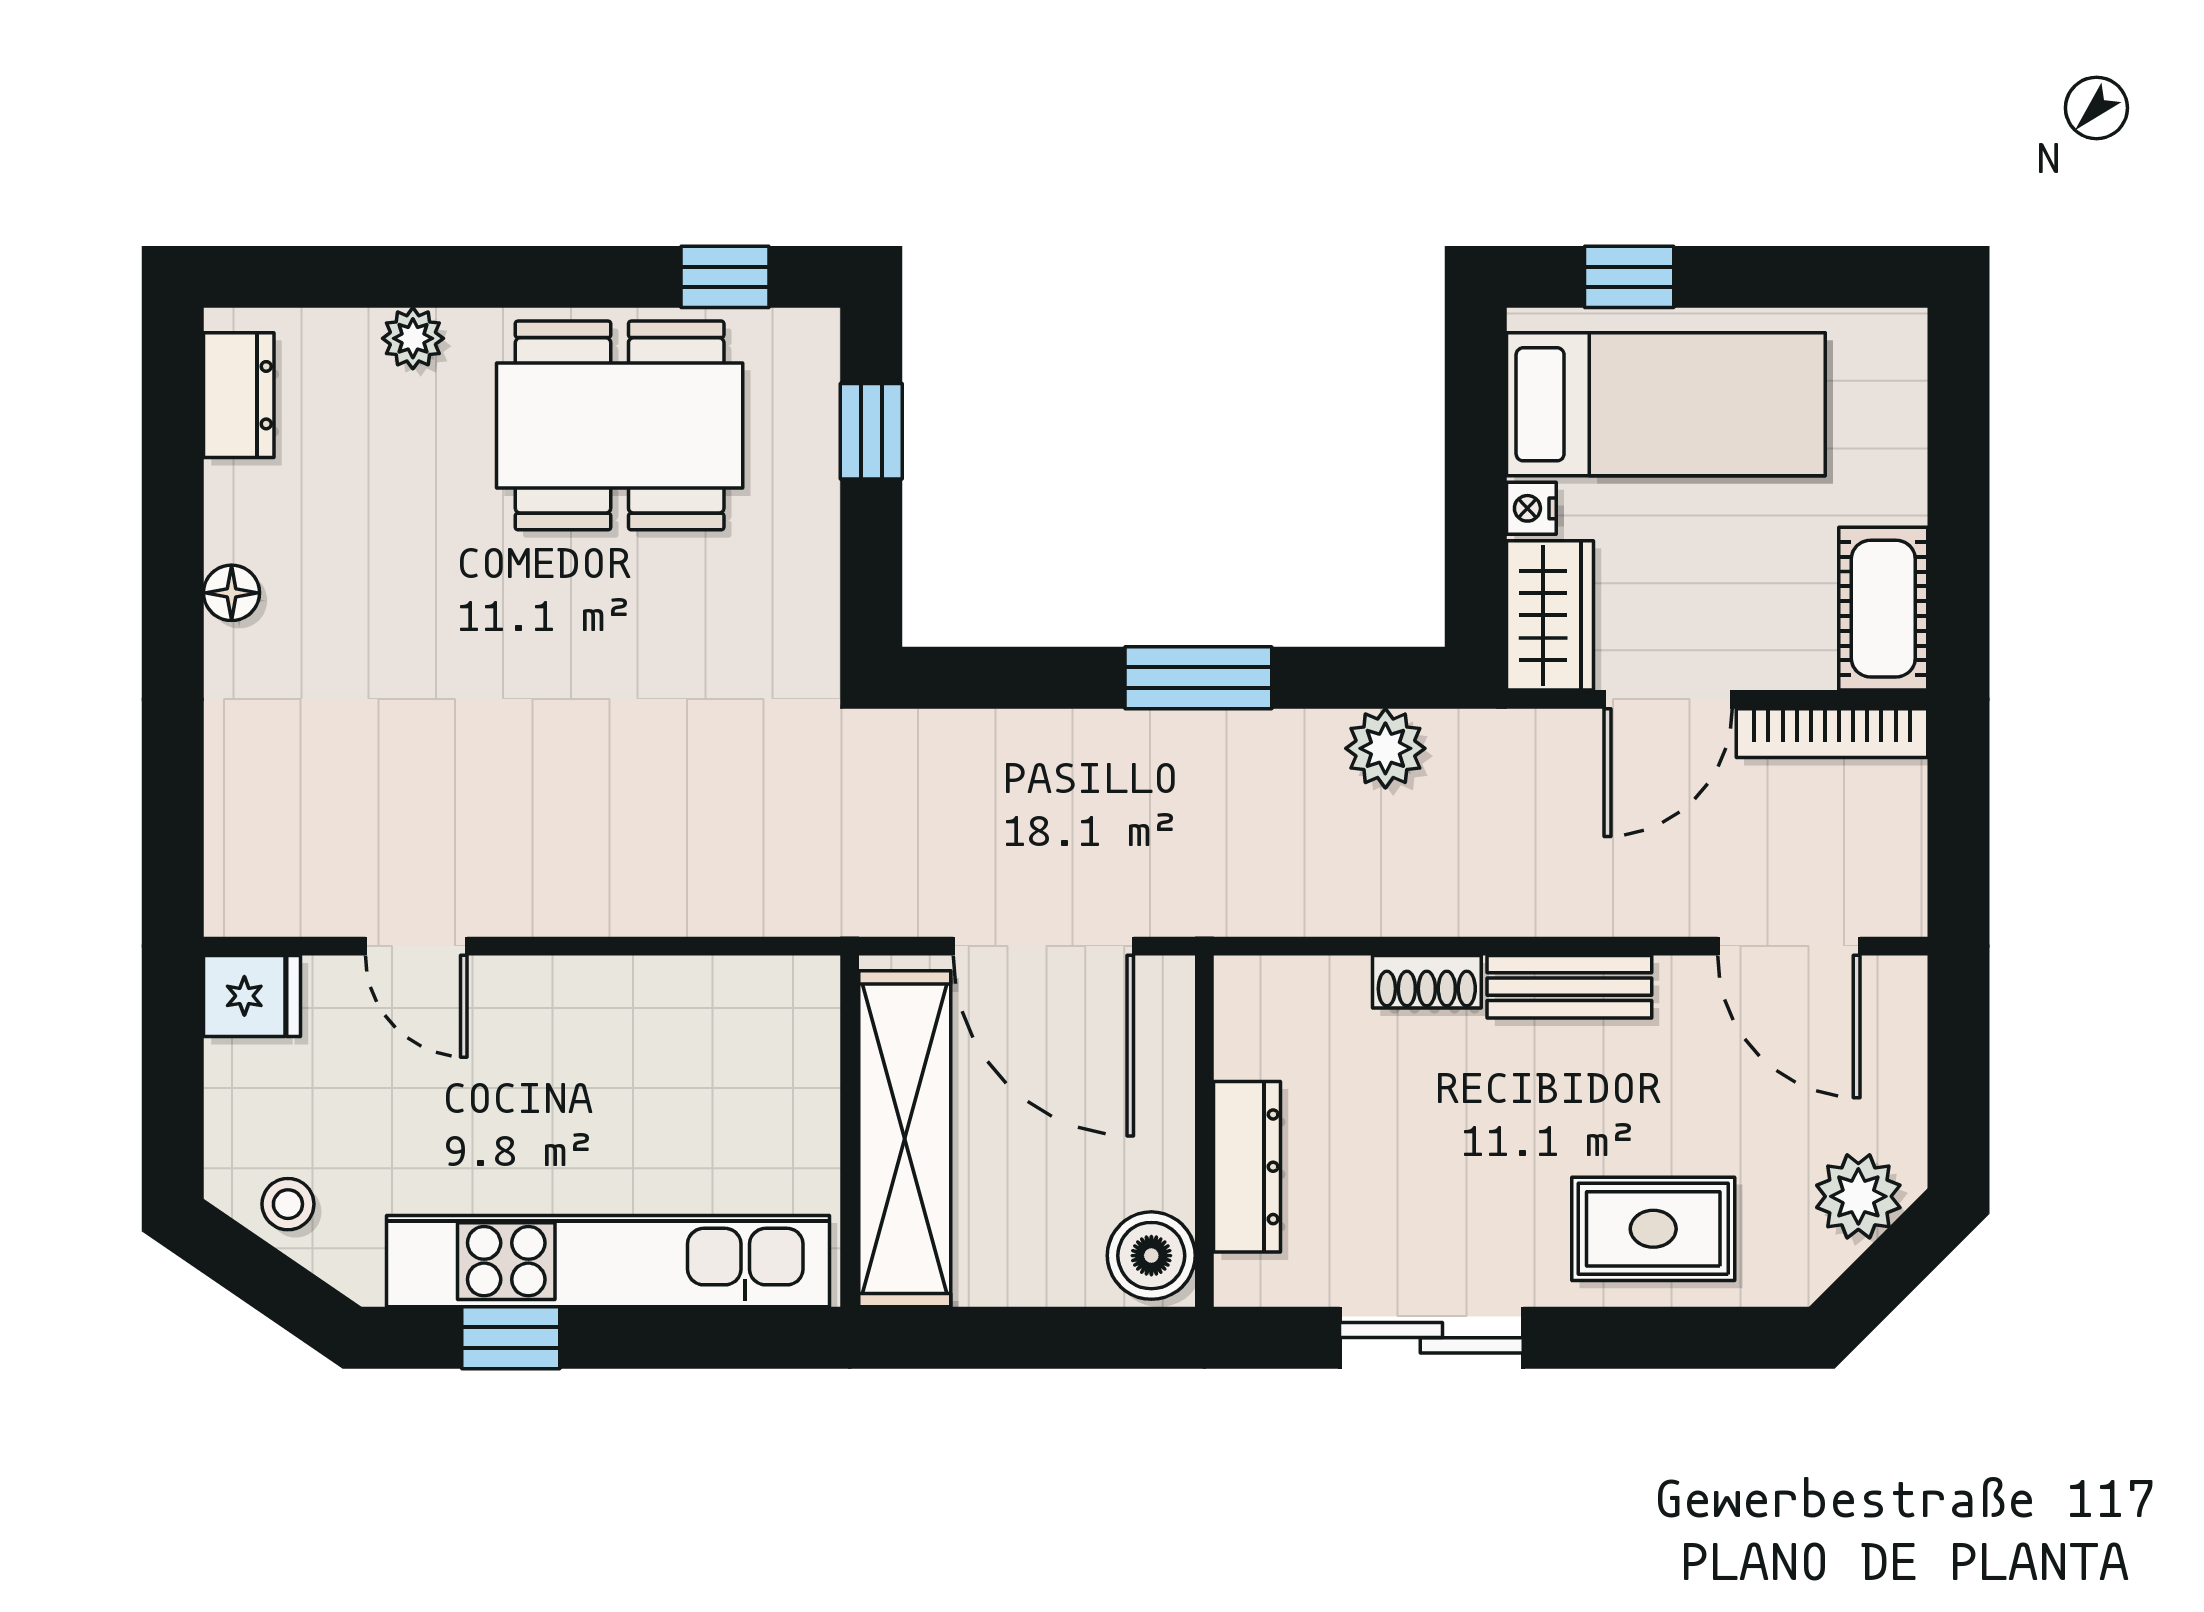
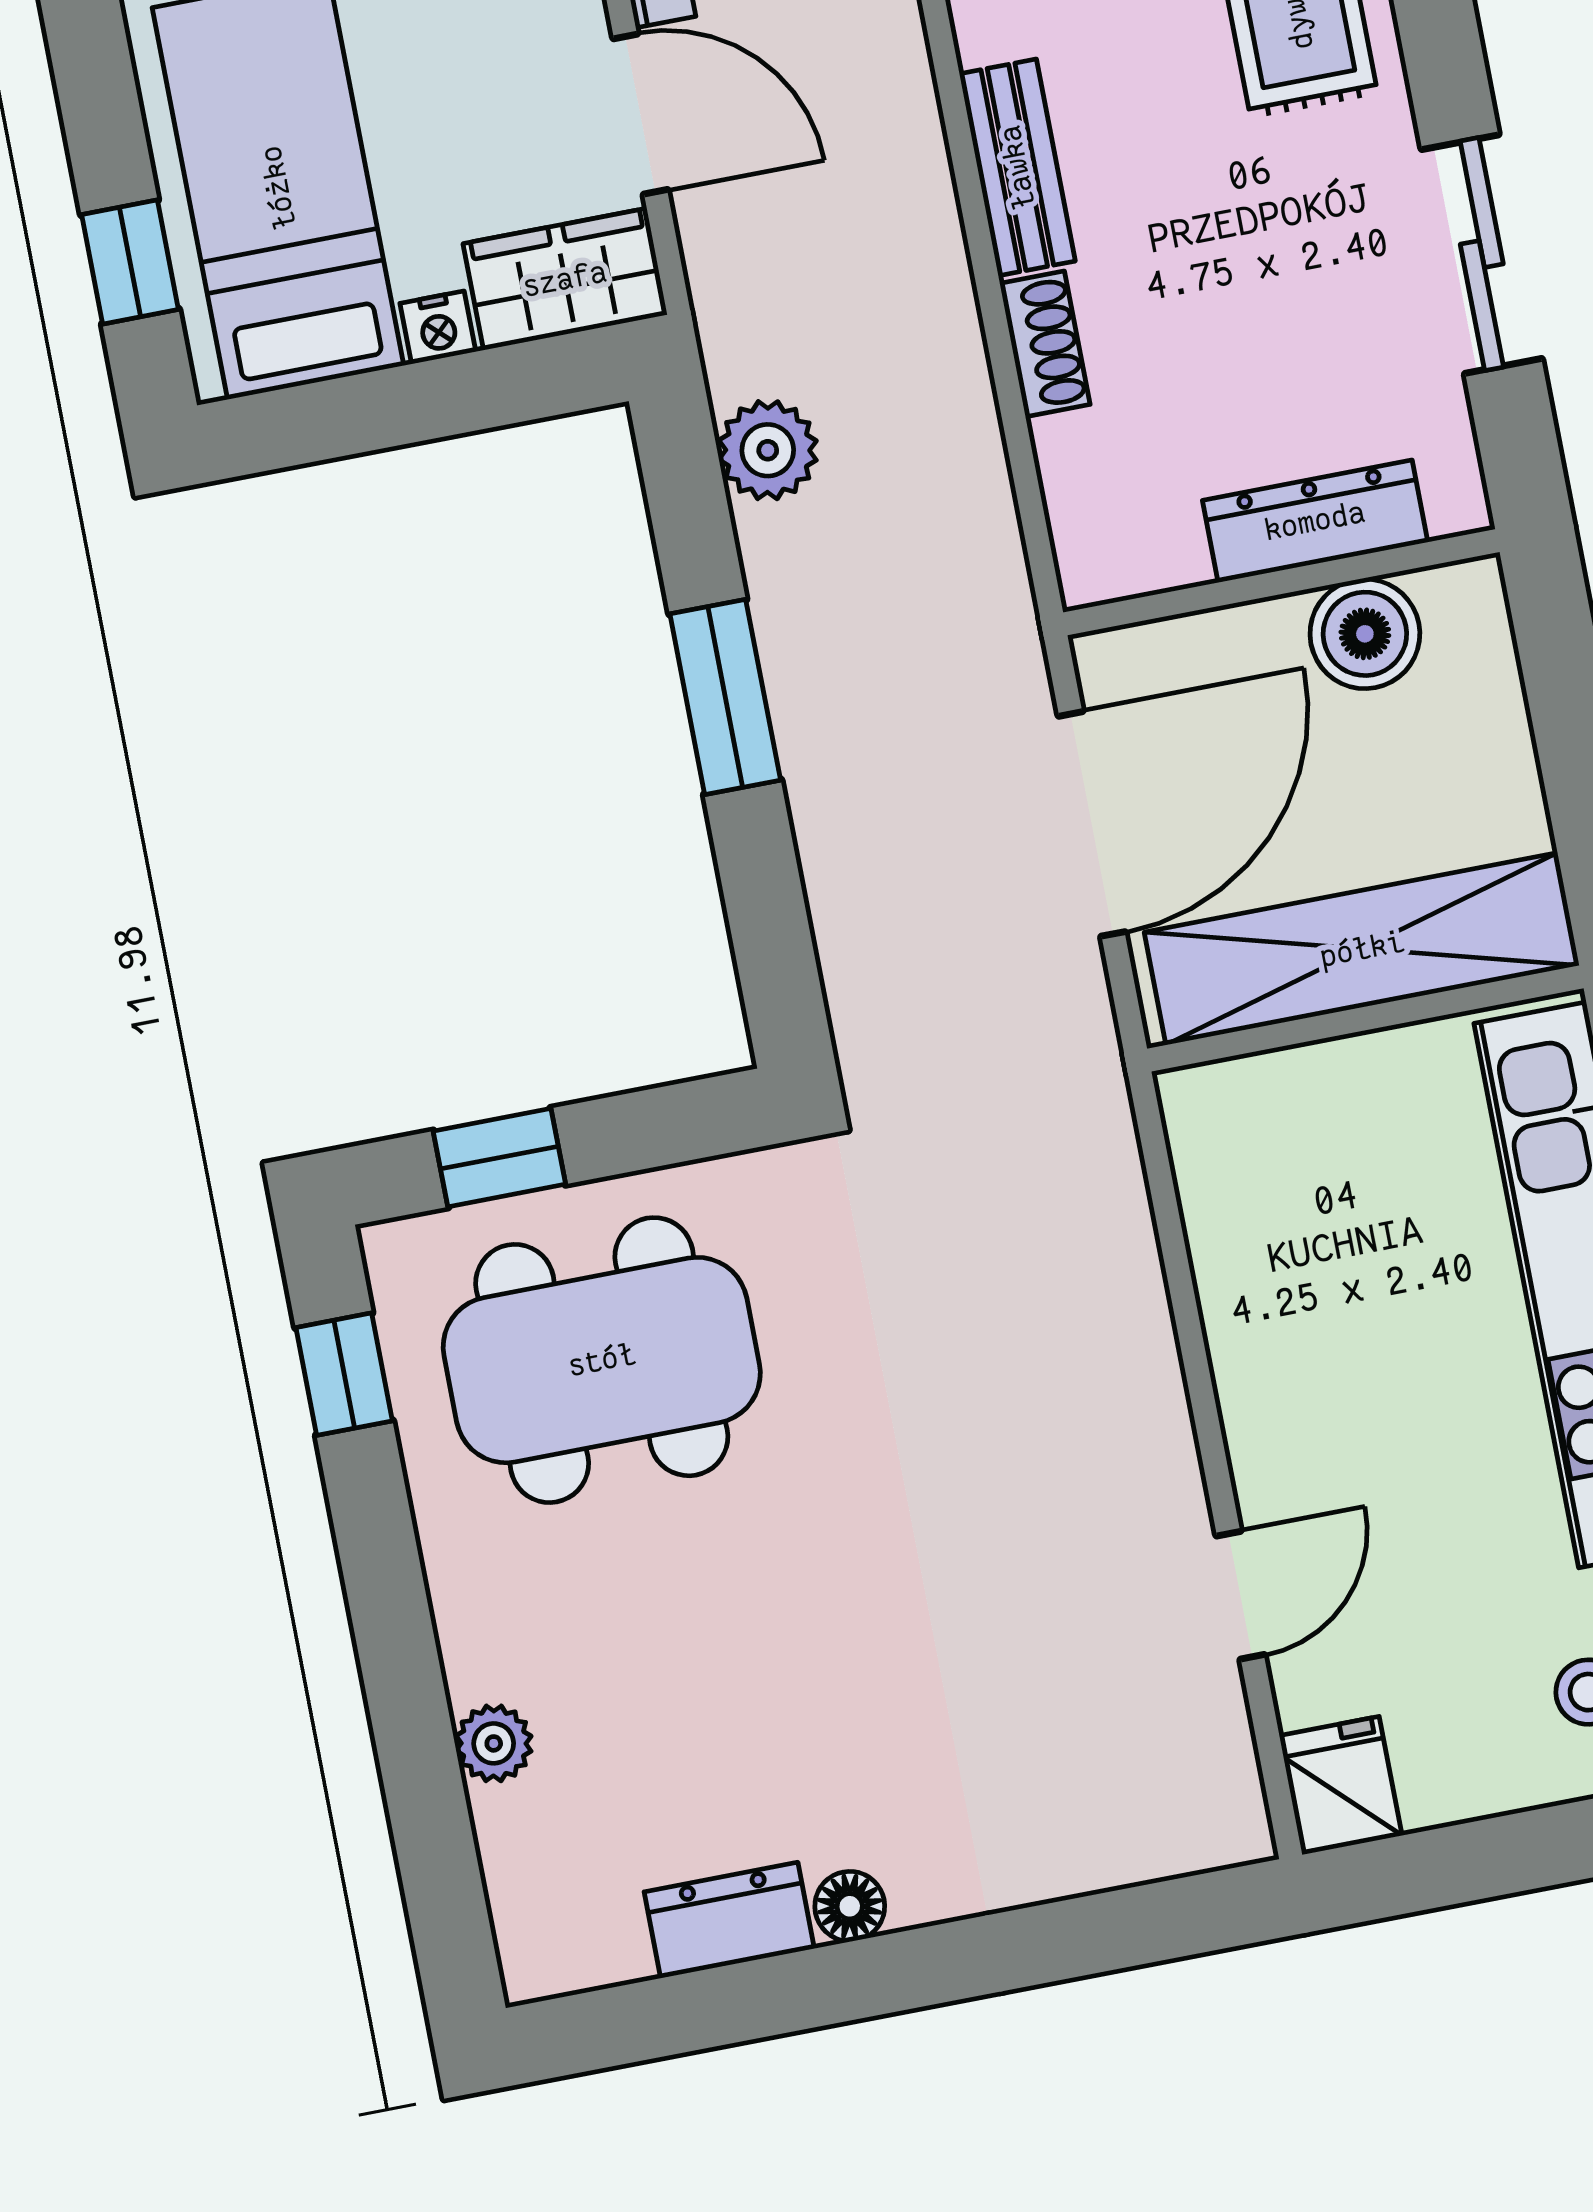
dresser: (239, 395) -> (729, 1920), moved
dining table: (620, 425) -> (602, 1360), moved, turned 90
boiler: (1151, 1256) -> (1365, 634), moved

